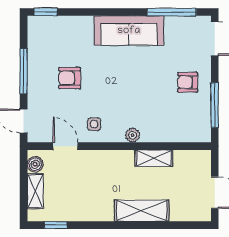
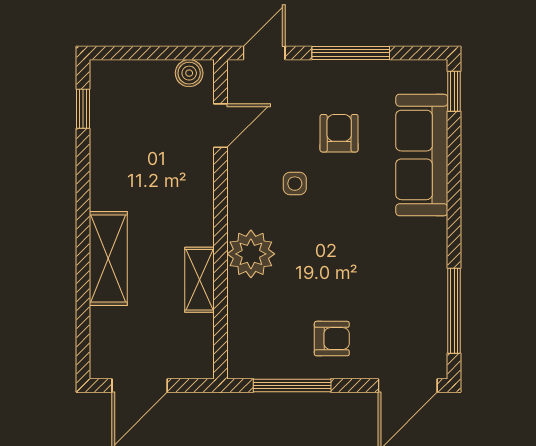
sofa: (129, 31) -> (422, 155), moved
armchair: (188, 82) -> (332, 339), turned 90
side table: (94, 124) -> (295, 184), moved
plant: (133, 135) -> (251, 254), width x1.88, depth x1.88
shelving: (35, 191) -> (142, 73), removed

